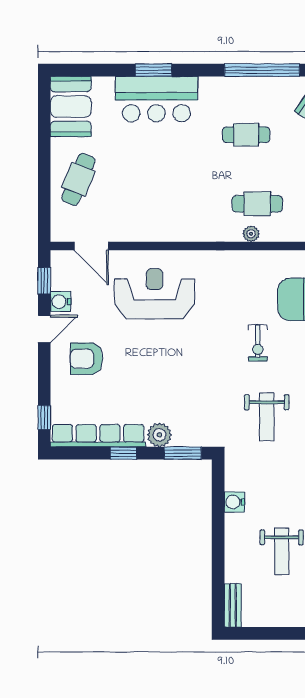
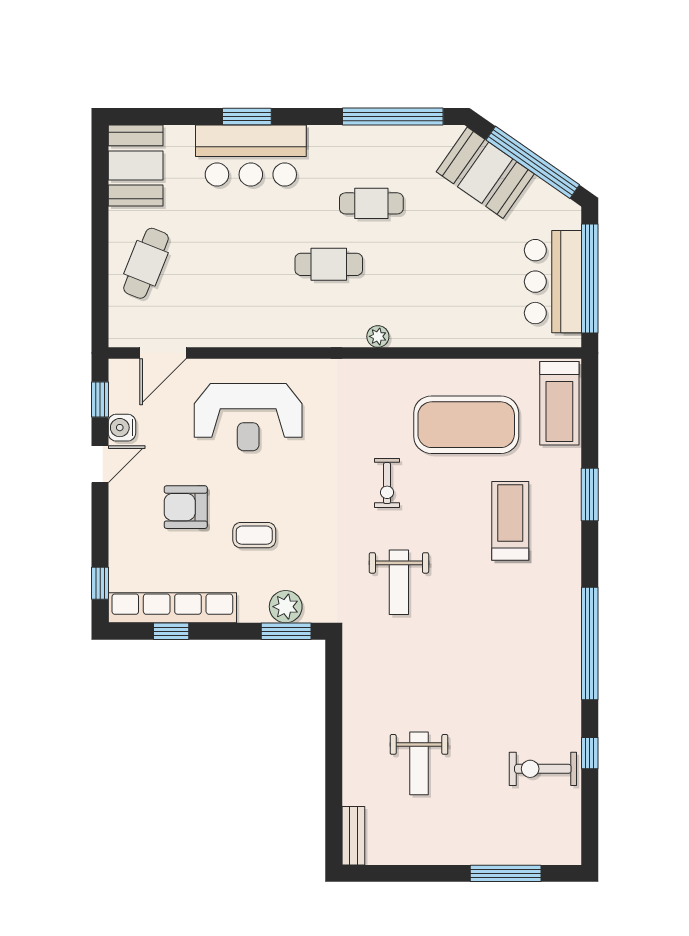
cafe table: (257, 204) -> (329, 264), moved
door: (91, 246) -> (163, 353), hinge flipped
reception desk: (154, 294) -> (248, 417), turned 180
armchair: (86, 359) -> (186, 507), moved
coffee table: (159, 382) -> (254, 535), added
plant: (159, 435) -> (286, 607), moved
window: (123, 453) -> (171, 631), moved
water cooler: (234, 502) -> (356, 697), removed

